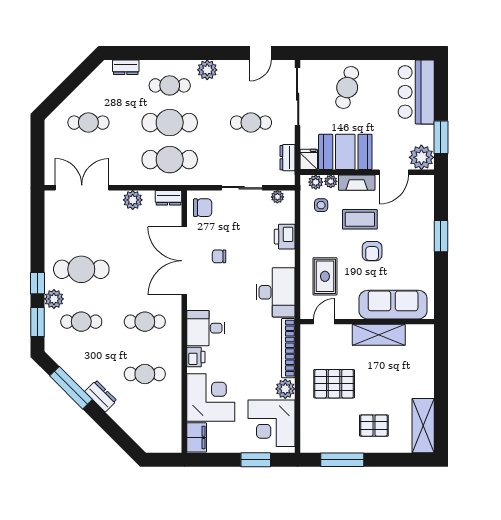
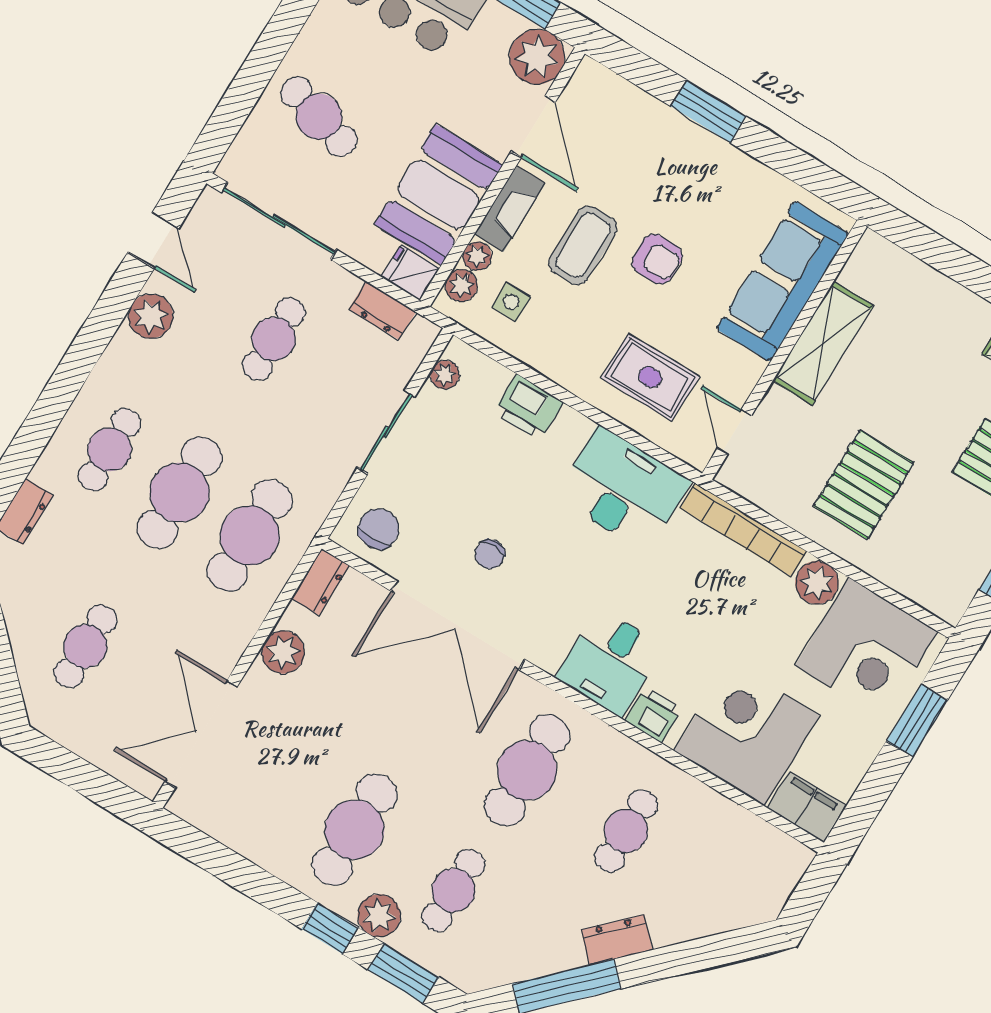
plant: (207, 70) -> (151, 316), moved
cafe table: (145, 322) -> (527, 770), width x1.37, depth x1.35

